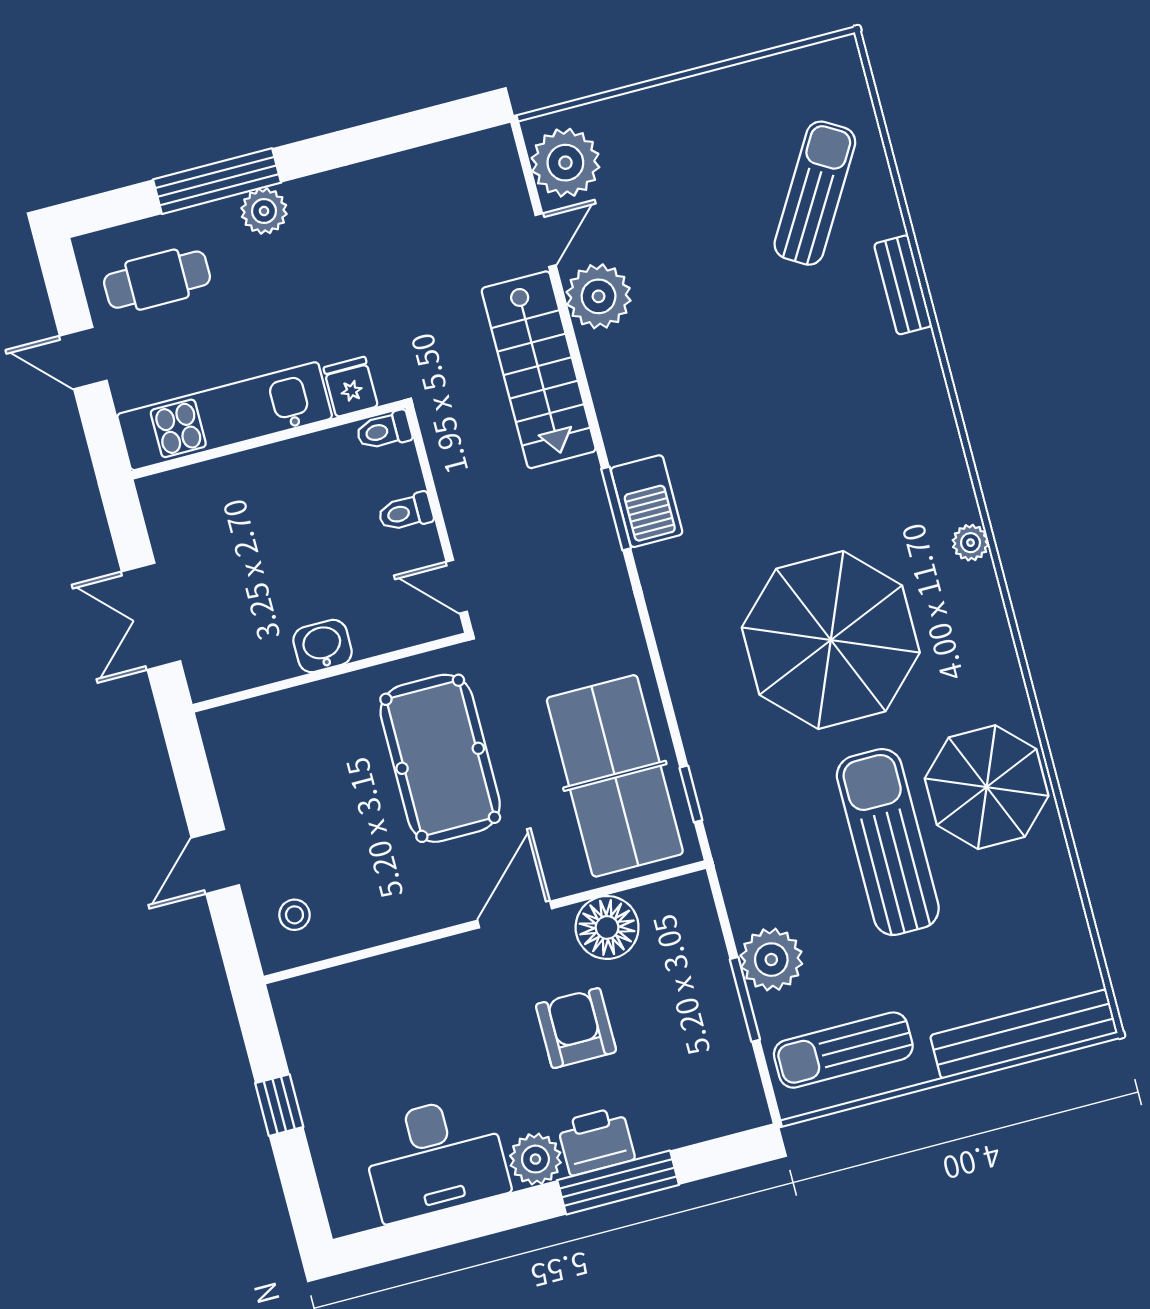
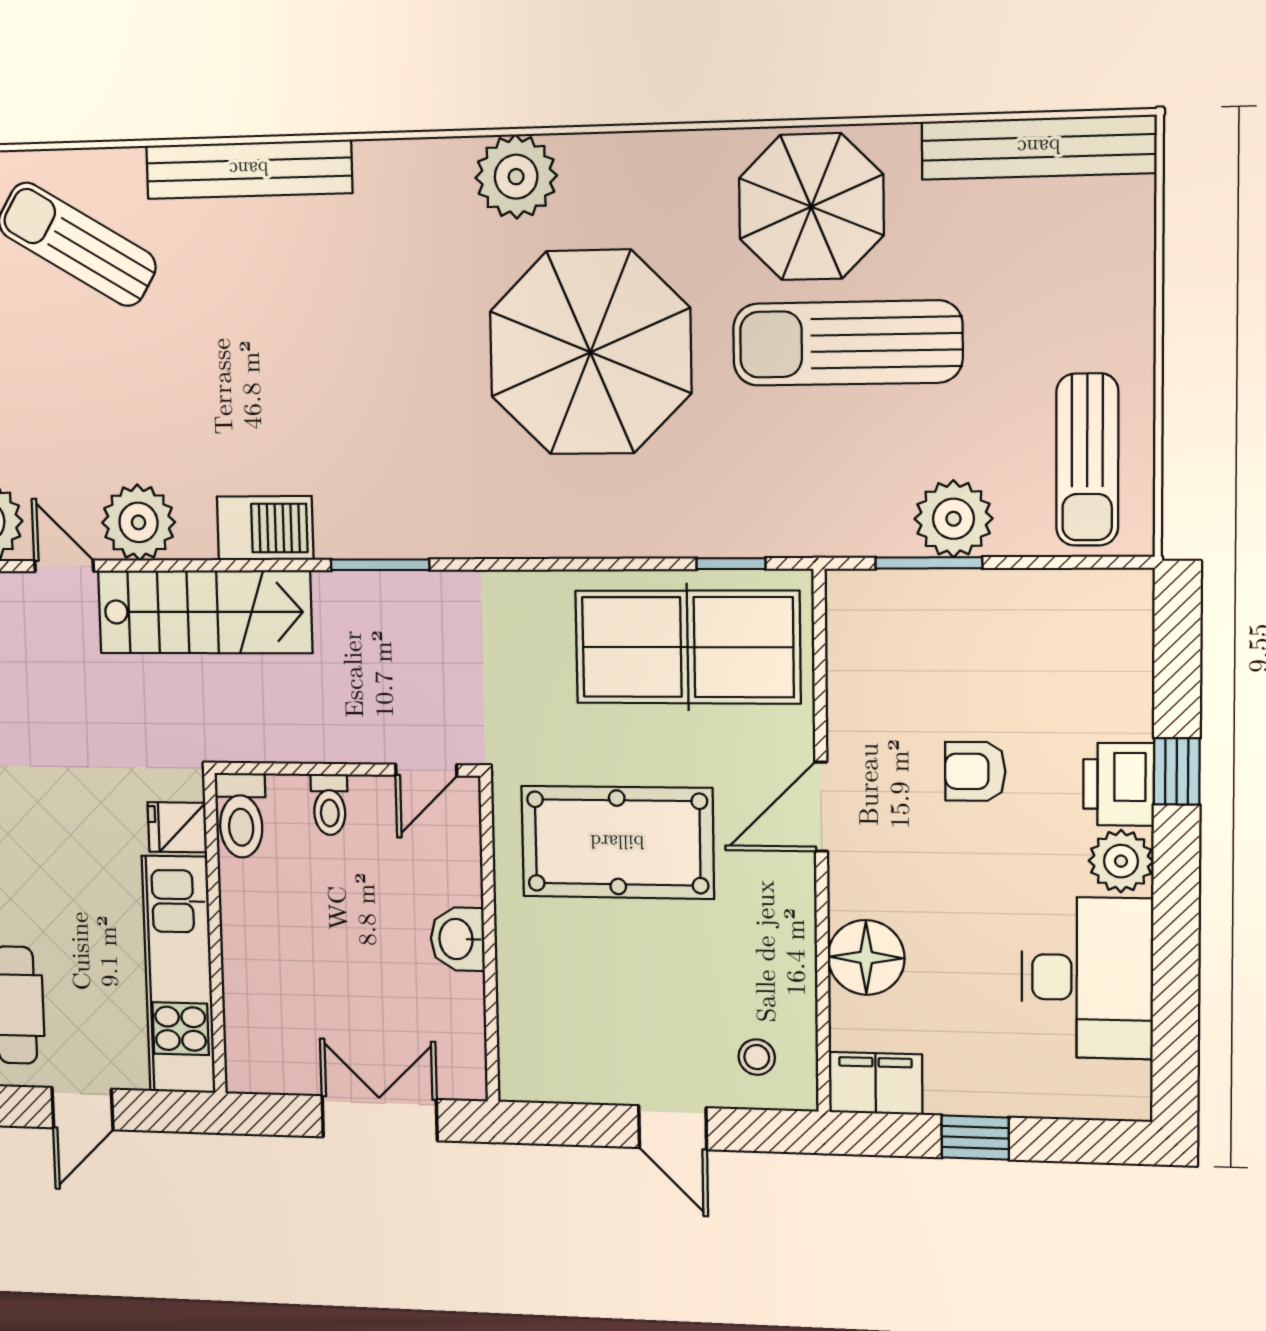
bench: (903, 285) -> (249, 169), width x1.86, depth x1.21
toilet: (384, 431) -> (241, 815), width x1.37, depth x1.39
barbecue: (647, 501) -> (265, 528), moved
plant: (971, 543) -> (516, 177), width x1.88, depth x1.88
double door: (151, 616) -> (380, 1118), swing flipped
door: (515, 915) -> (821, 807), hinge flipped
floor lamp: (607, 927) -> (866, 957), moved
window: (745, 999) -> (929, 563), moved
filing cabinet: (301, 1015) -> (876, 1083), added
armchair: (576, 1028) -> (975, 771), width x0.72, depth x0.72
bench: (1024, 1034) -> (1039, 147), moved, turned 90
window: (618, 1182) -> (1177, 771), width x0.46

